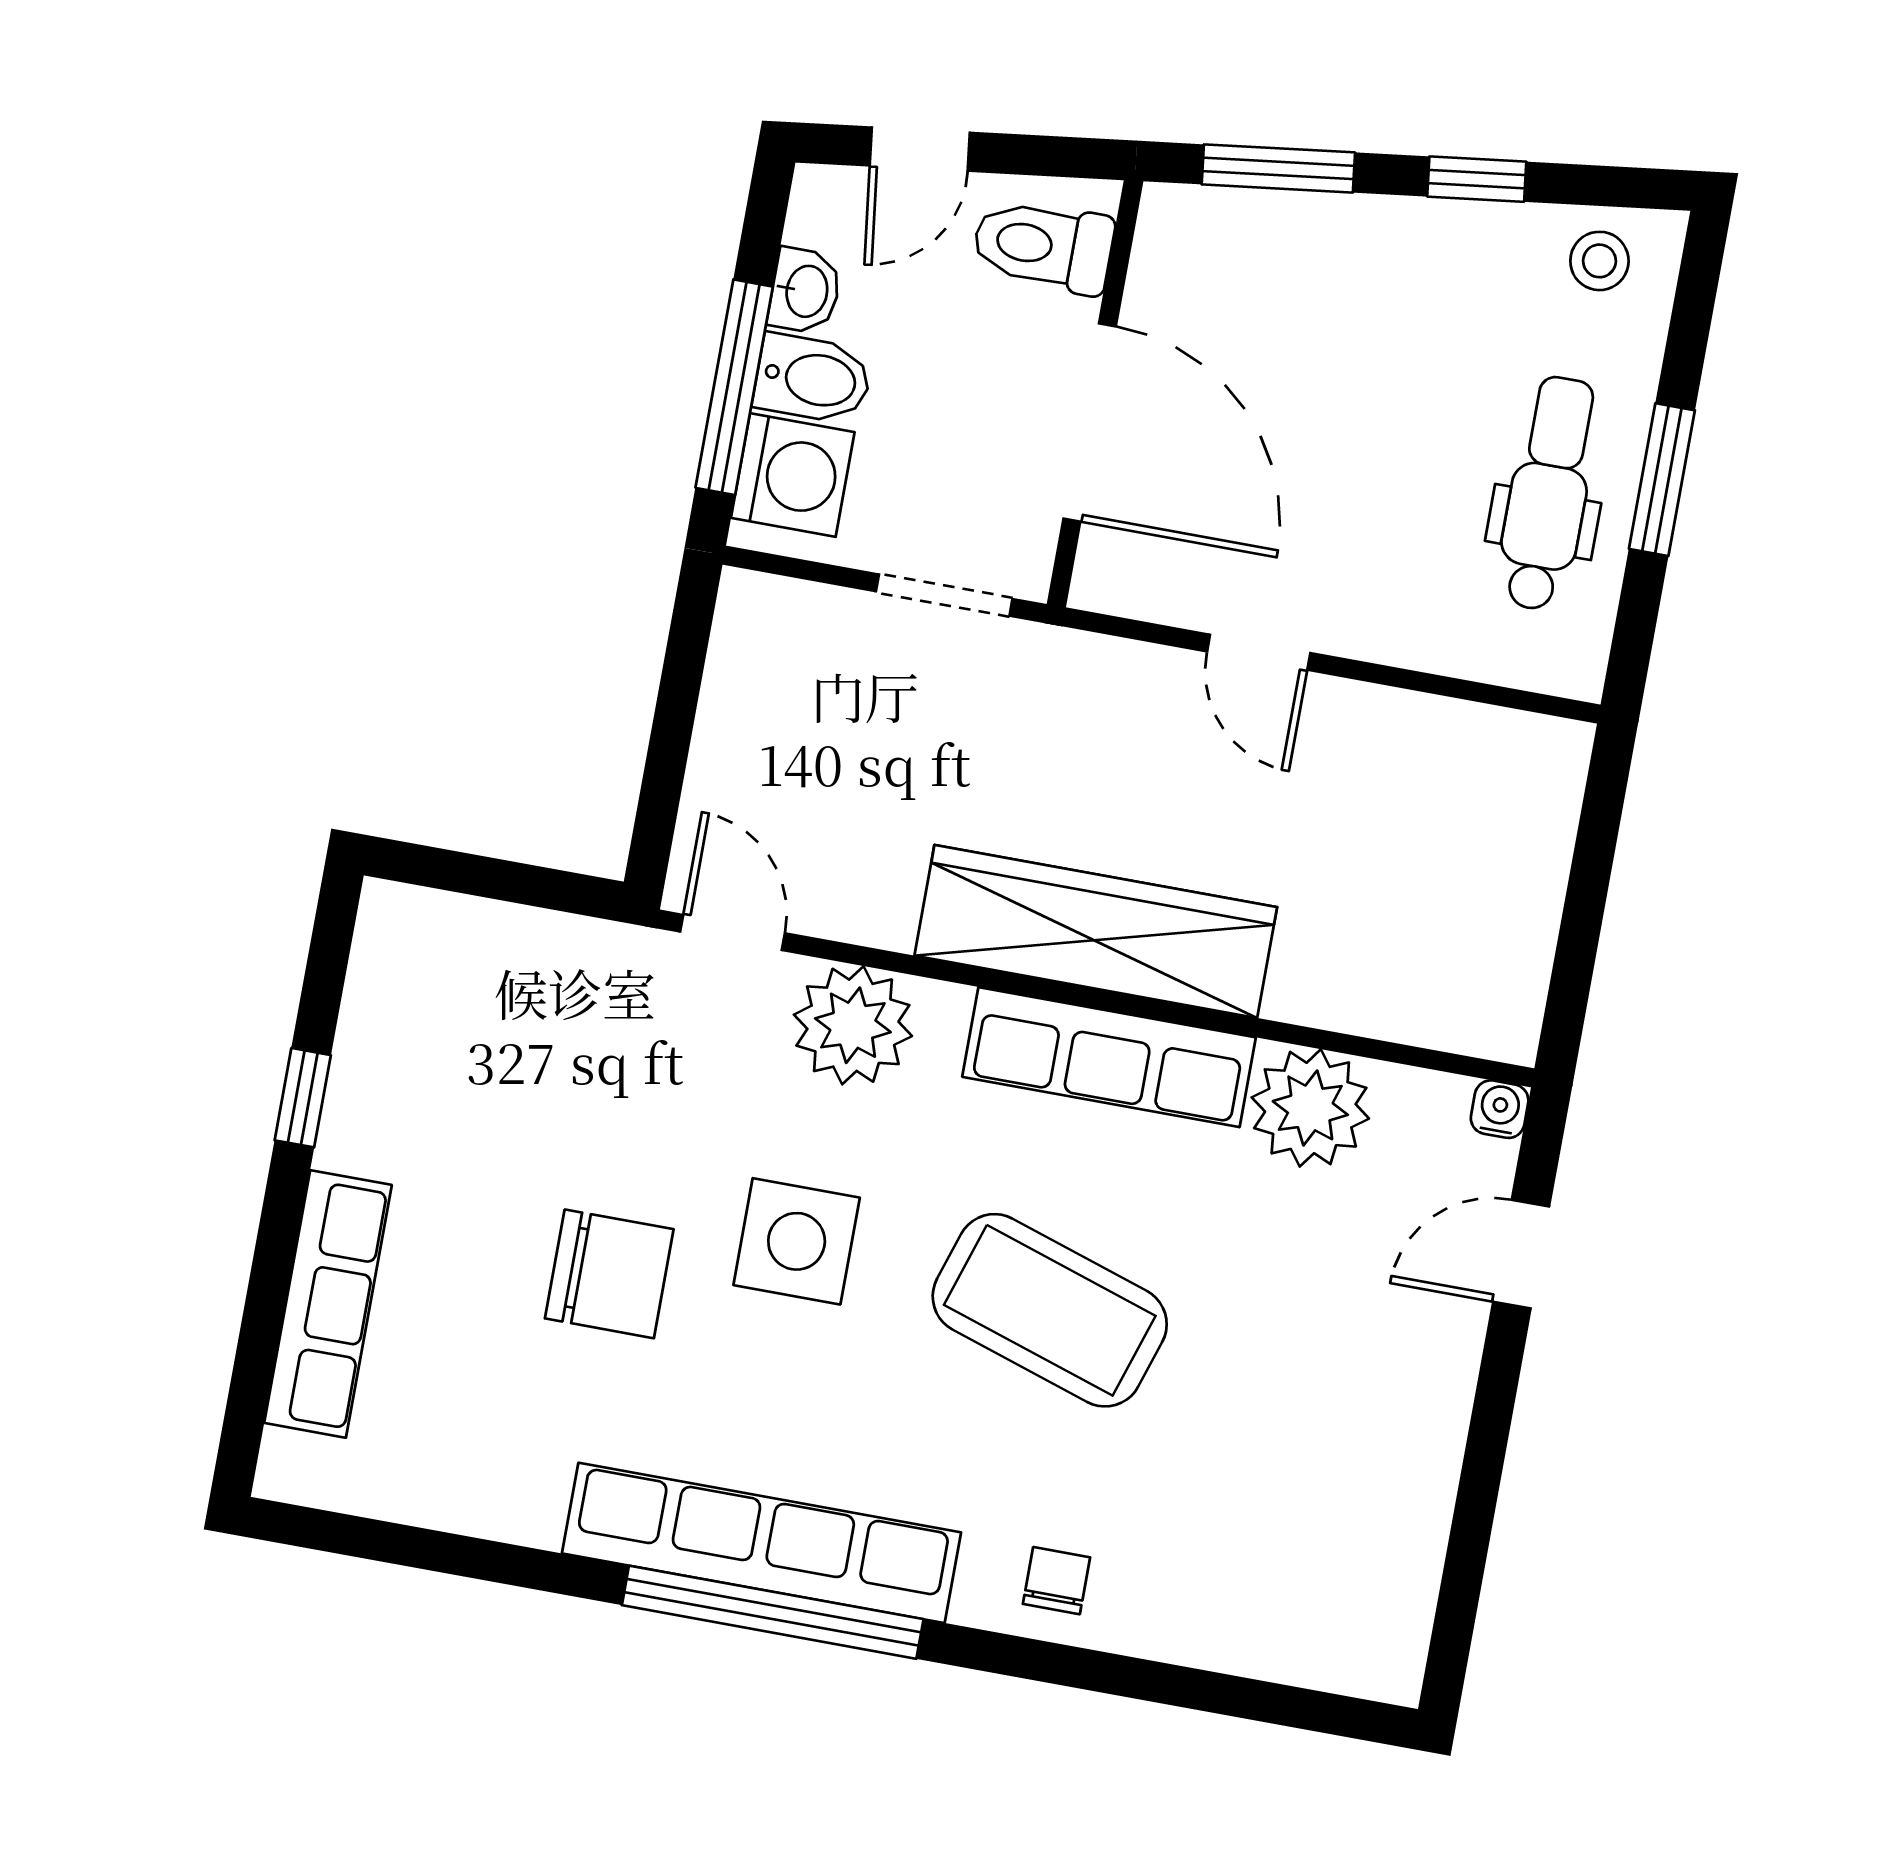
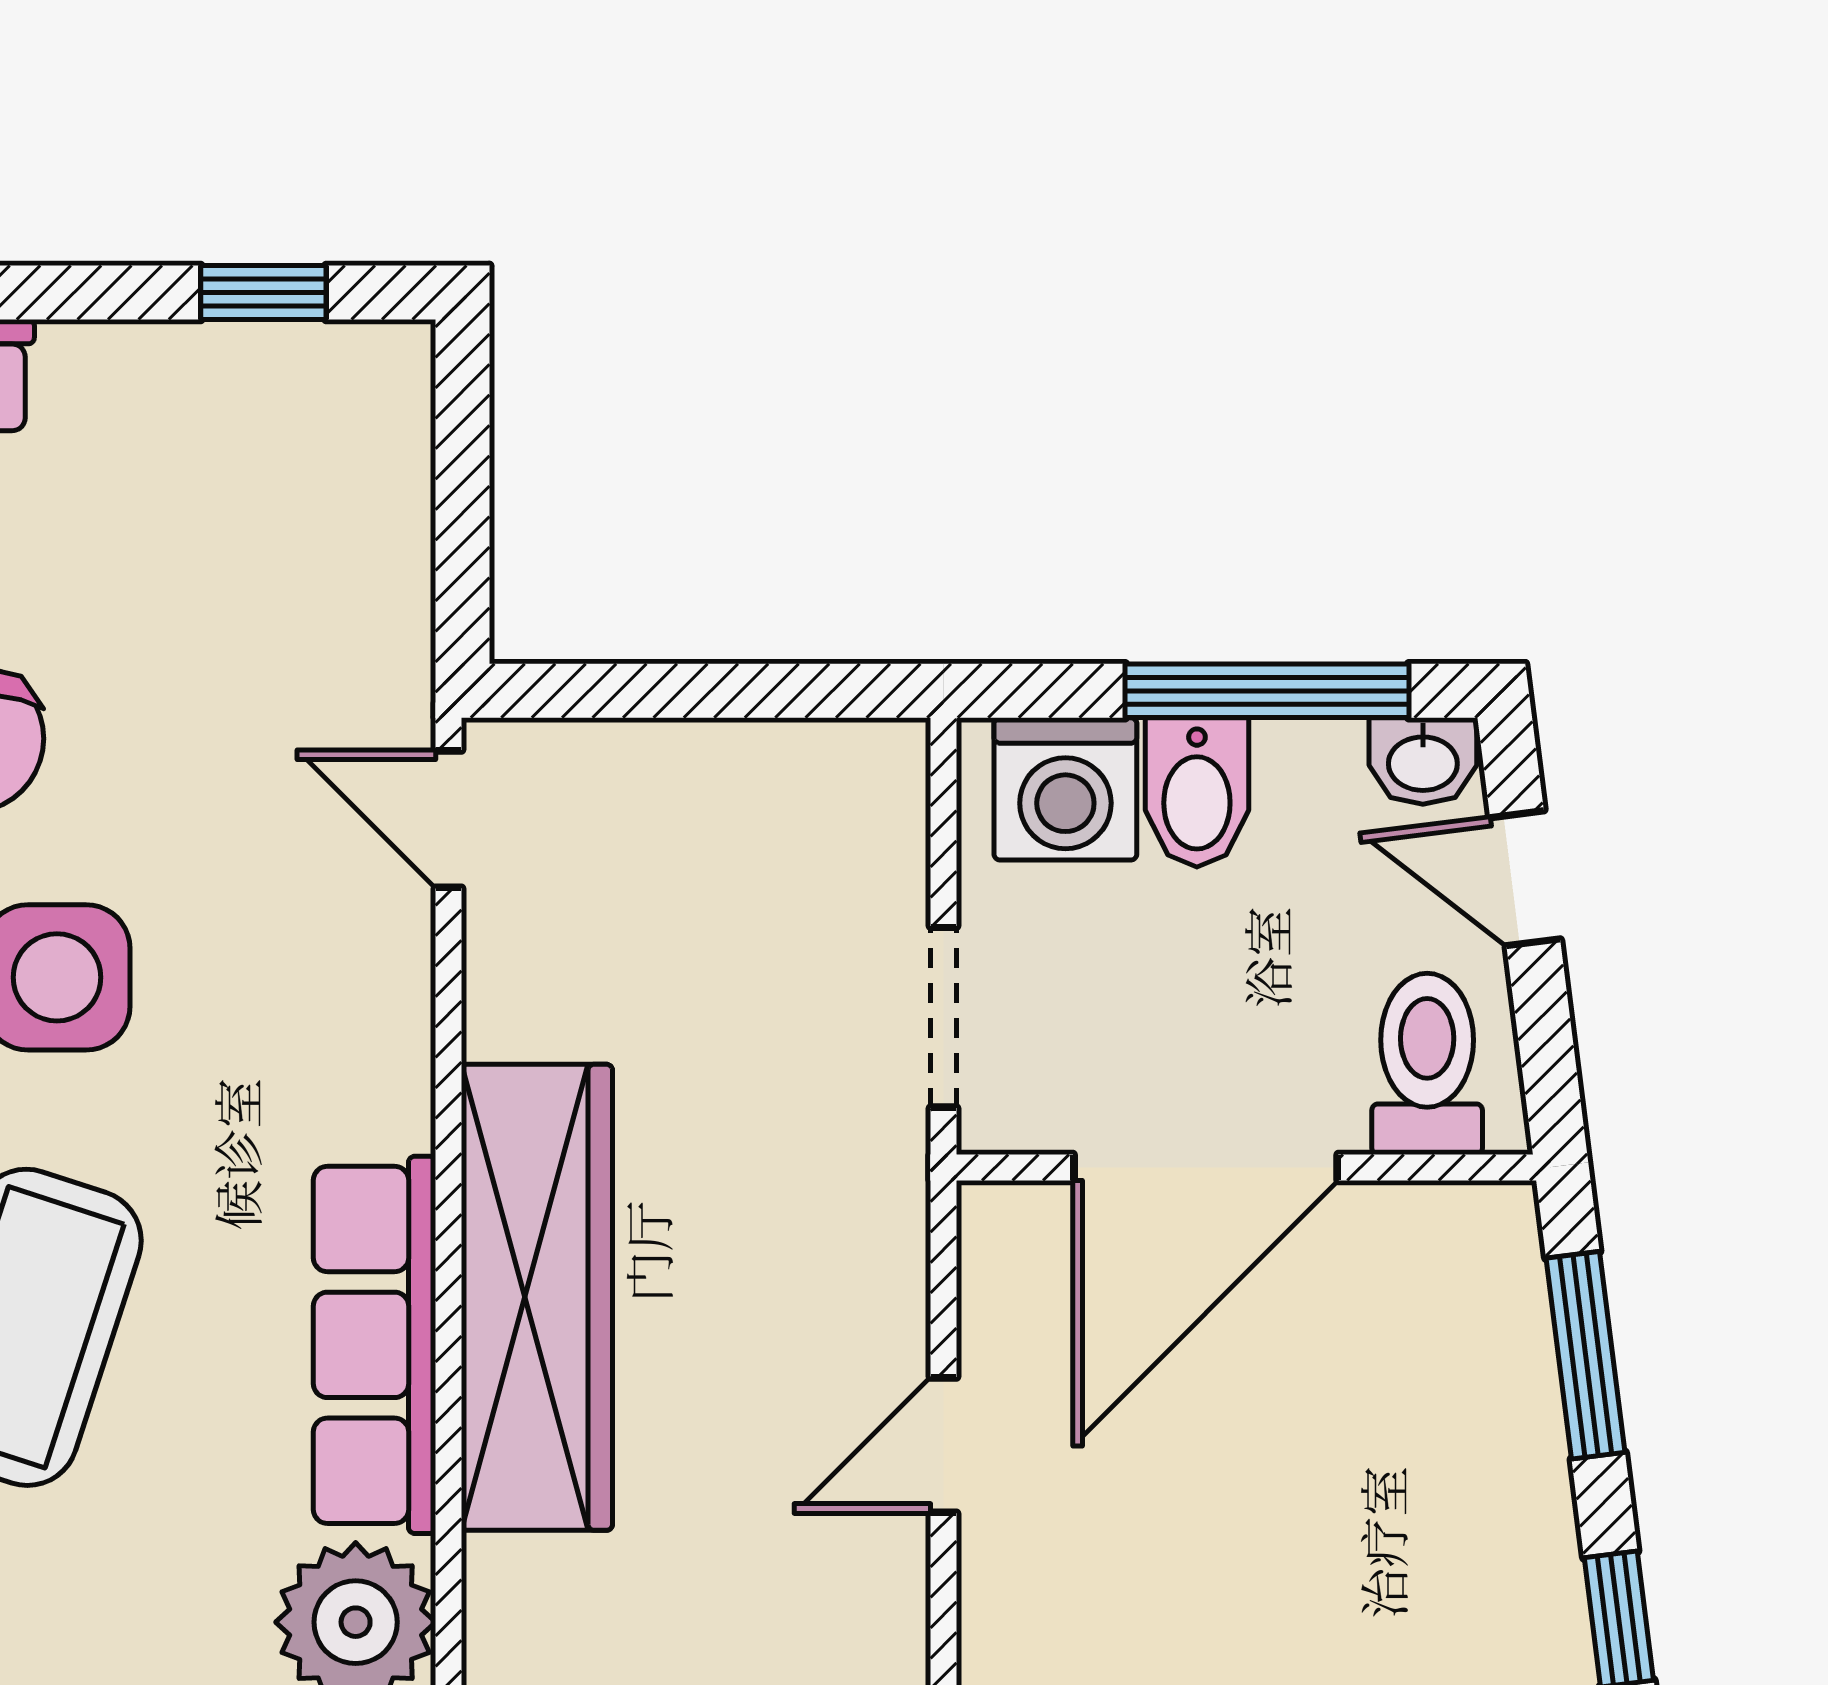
washbasin: (805, 291) -> (1423, 761), moved
window: (734, 387) -> (1267, 691), moved
door: (733, 932) -> (448, 819), swing flipped
plant: (853, 1025) -> (355, 1000), removed
window: (303, 1098) -> (263, 293), moved

